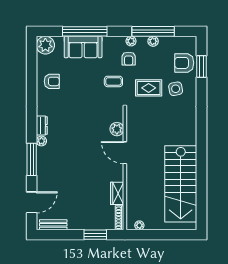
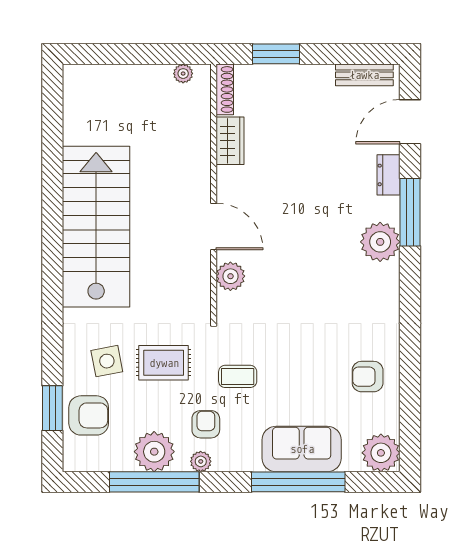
plant: (153, 41) -> (154, 452), width x1.87, depth x1.87
dresser: (42, 125) -> (389, 175), moved
plant: (41, 141) -> (380, 242), width x1.88, depth x1.88
stairs: (181, 184) -> (96, 227), moved

